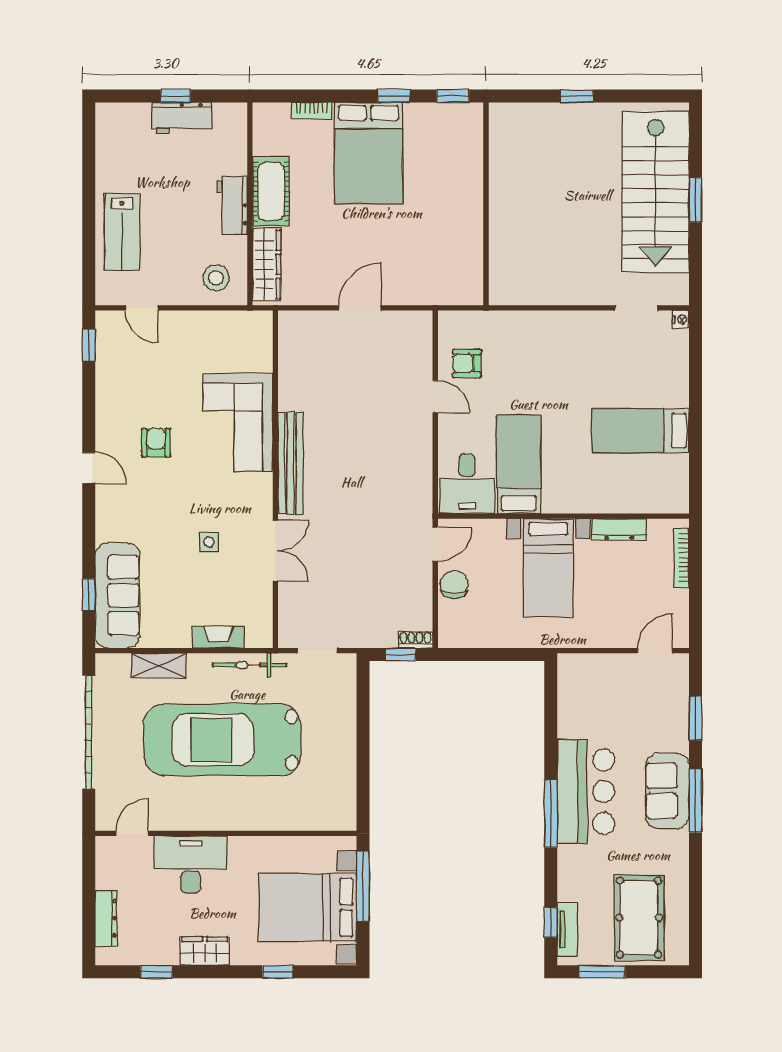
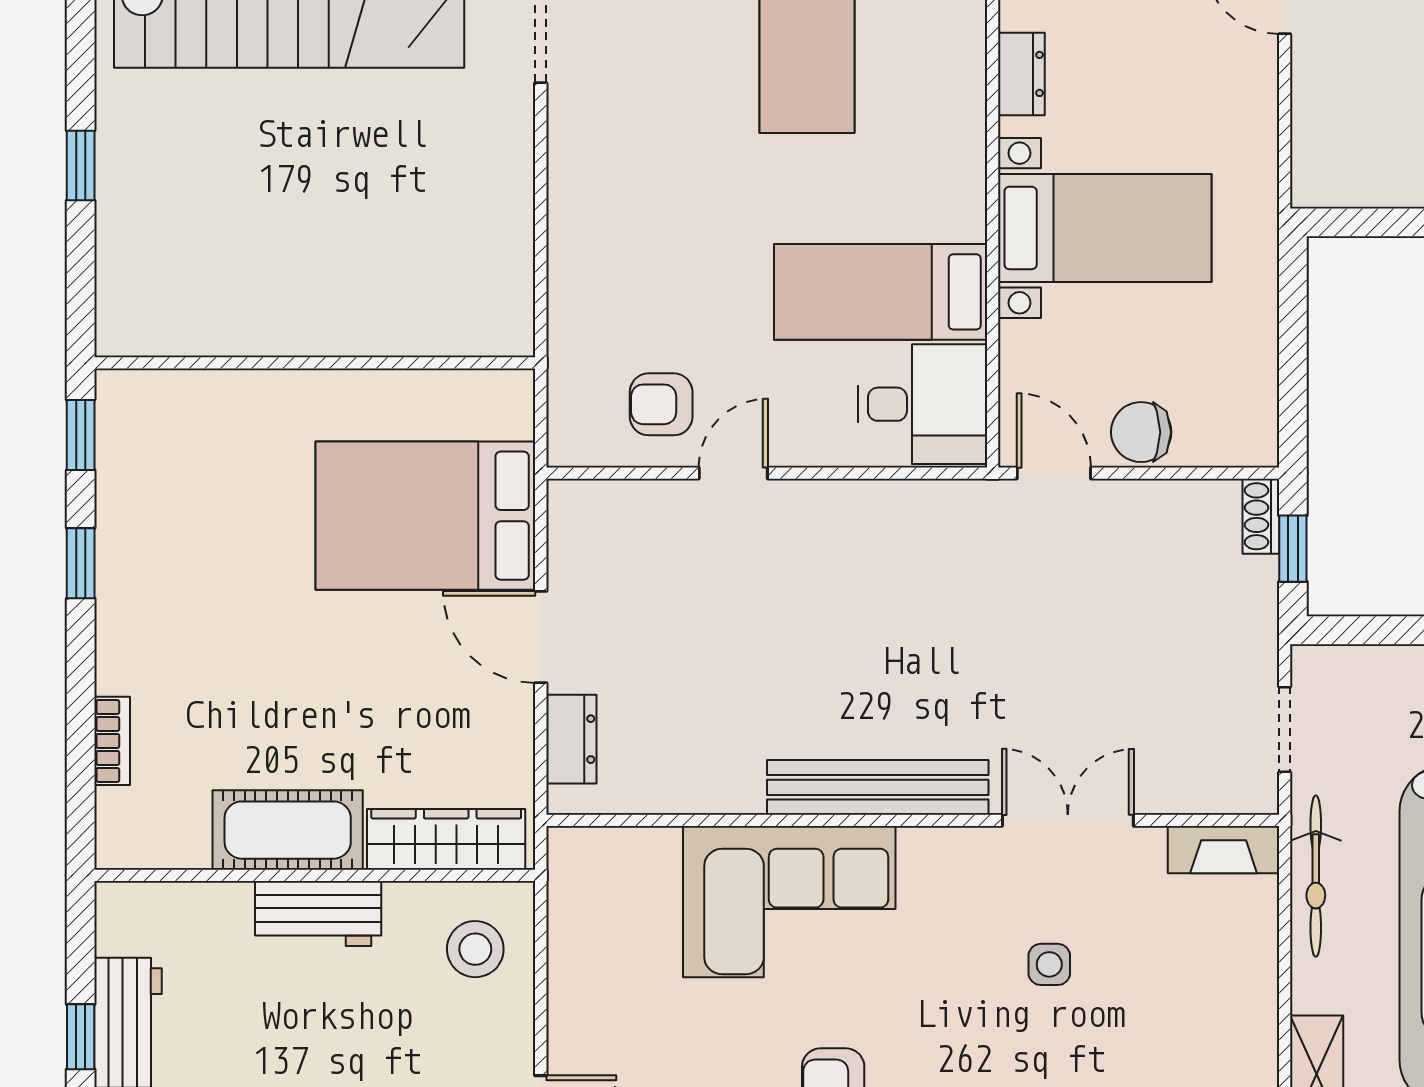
bed: (368, 153) -> (425, 516), moved, turned 180
dresser: (313, 322) -> (571, 739), added
armchair: (467, 363) -> (661, 404), turned 90
dresser: (619, 529) -> (1021, 74), width x0.70
fireplace: (218, 637) -> (1224, 850), moved, turned -90

